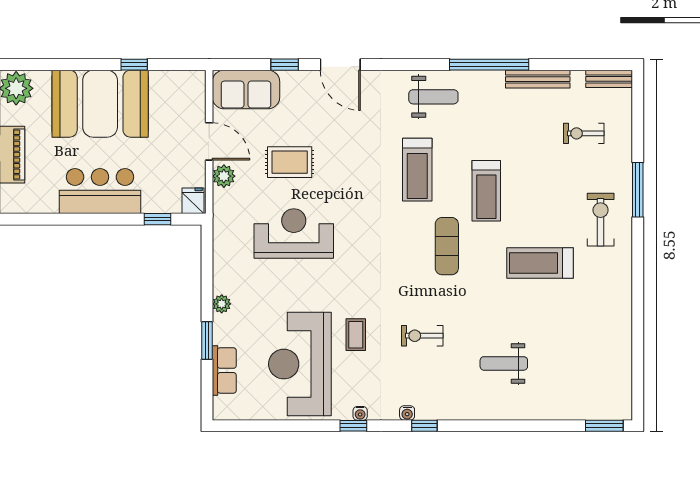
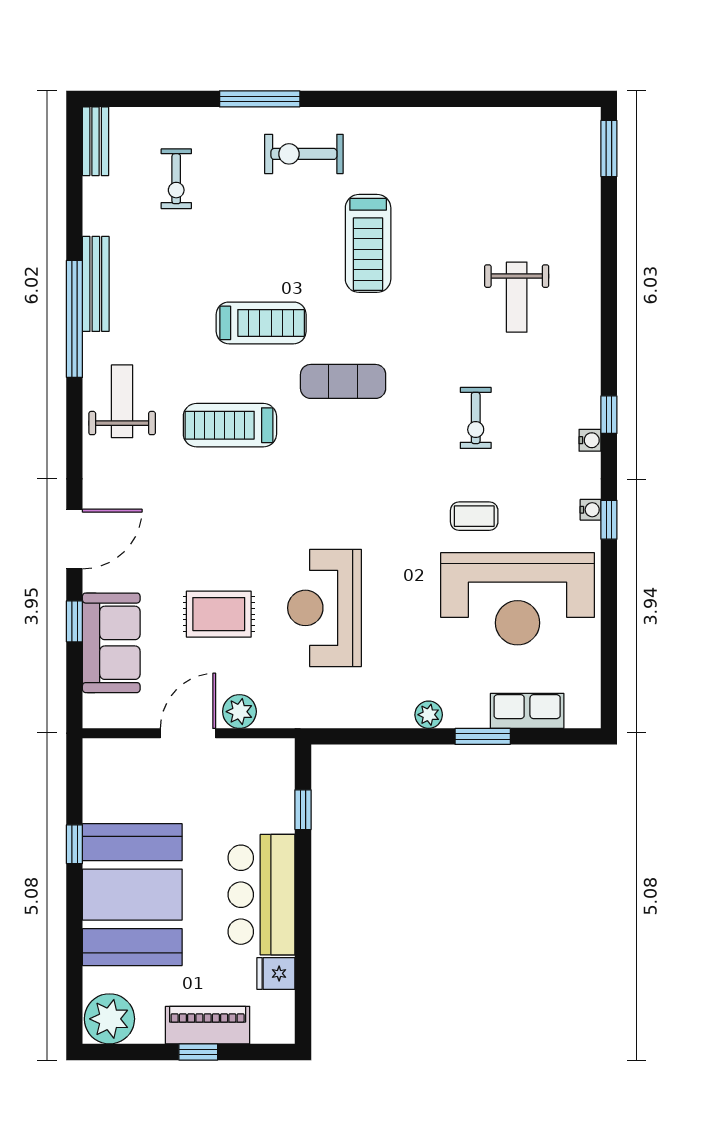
bench: (538, 79) -> (96, 284), moved
sofa: (246, 89) -> (111, 643), moved
rug: (290, 162) -> (219, 614), turned 90
treadmill: (417, 170) -> (230, 425), turned 180
fridge: (193, 201) -> (276, 973), moved

